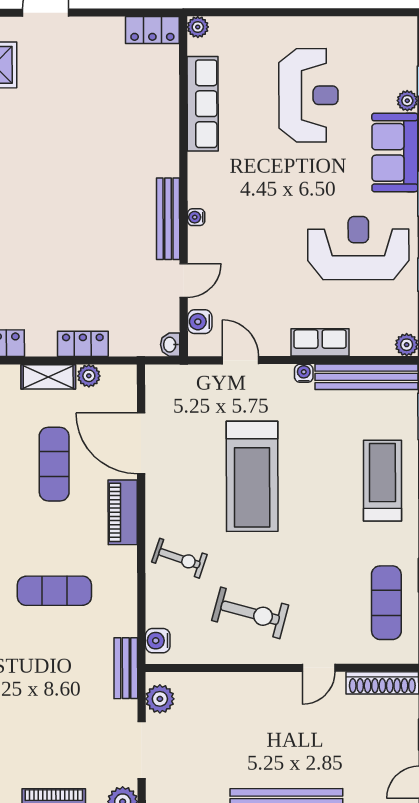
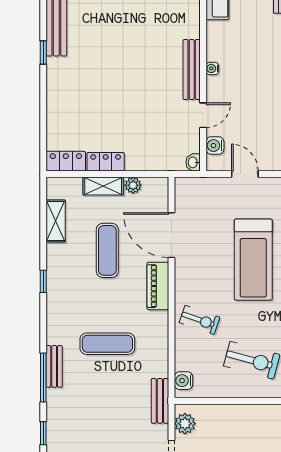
locker: (83, 344) -> (106, 162), moved

